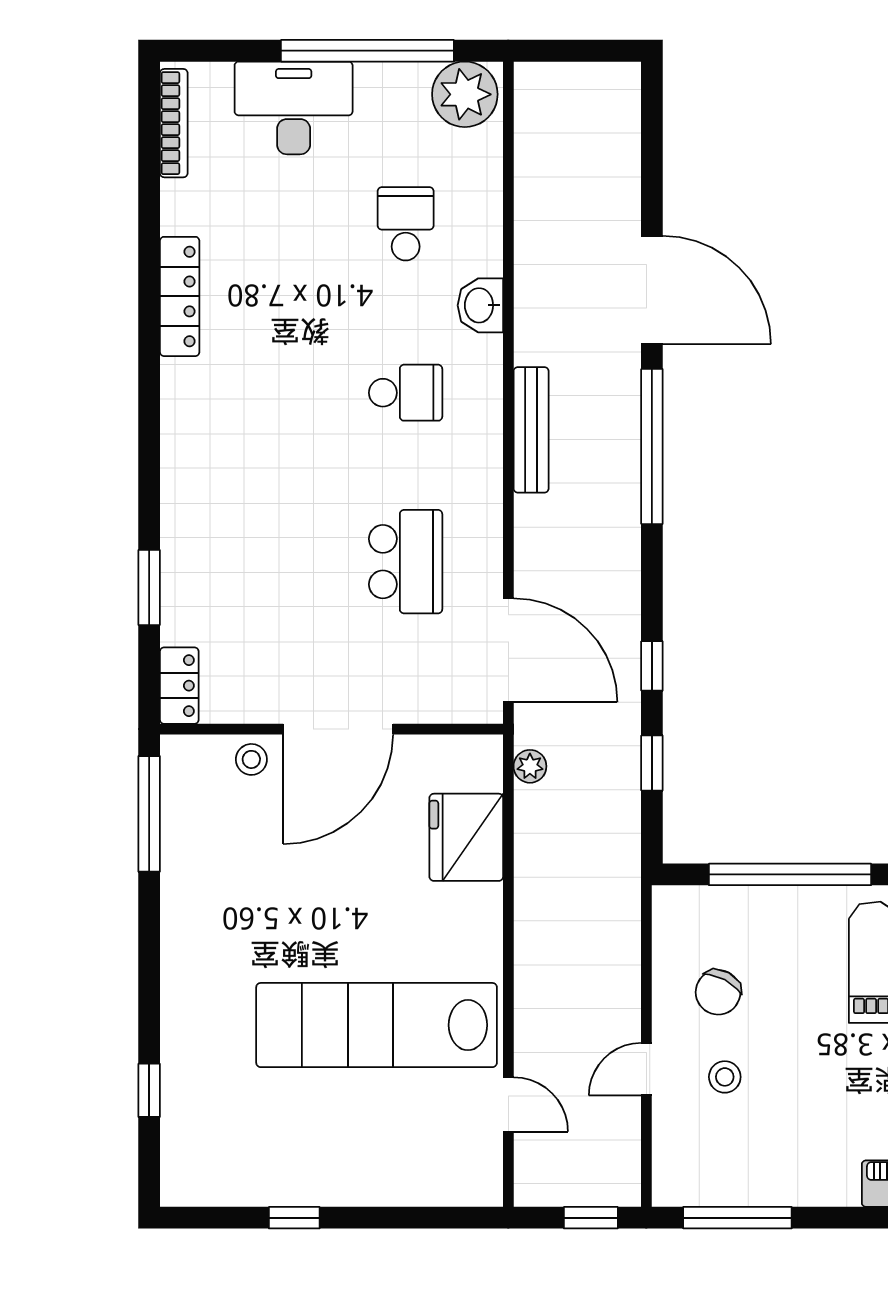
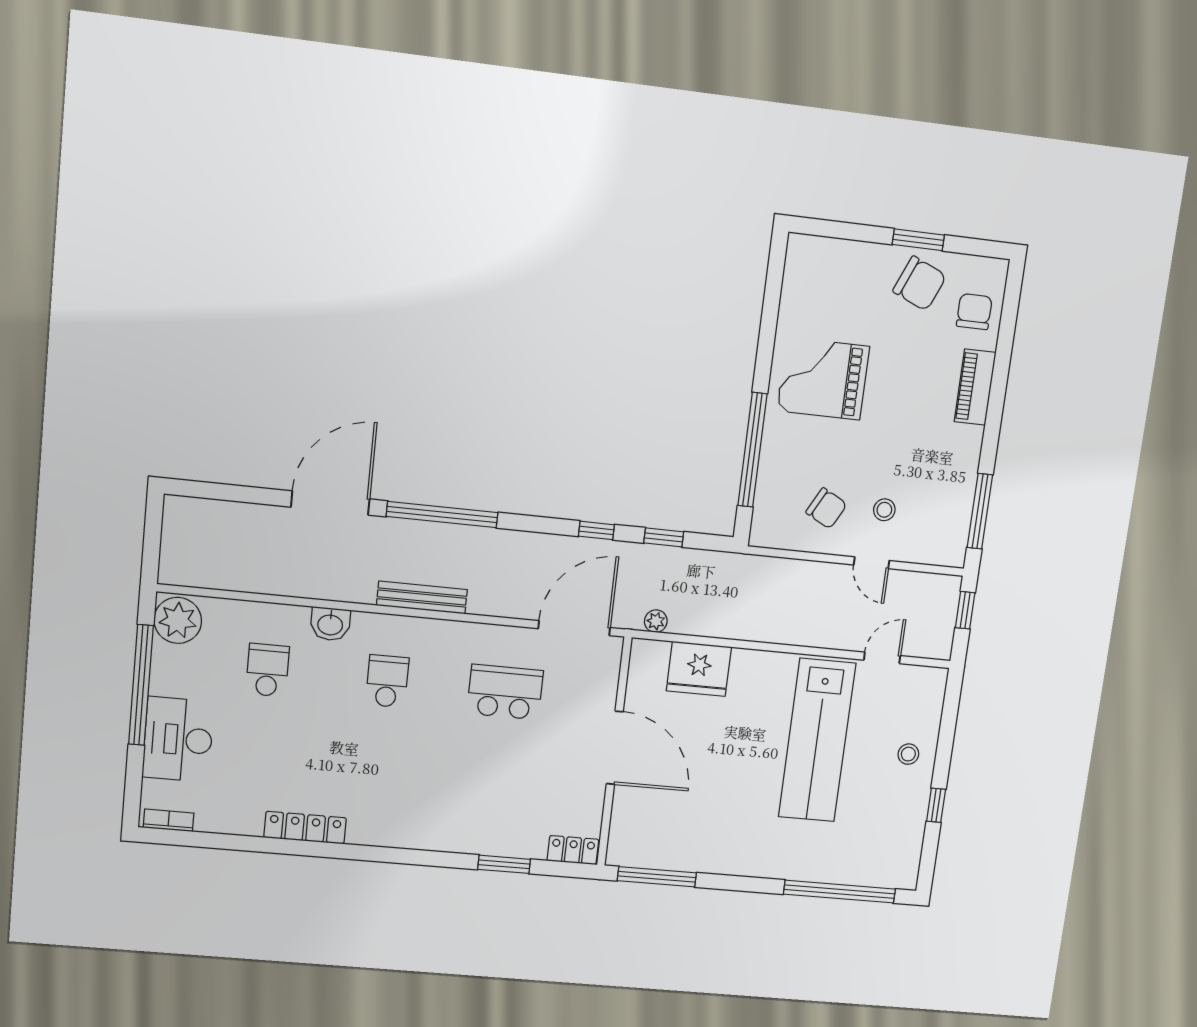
bookcase: (174, 123) -> (169, 820), width x0.64
school desk: (406, 224) -> (267, 670), turned 90
stool: (251, 759) -> (908, 754), moved
window: (149, 1090) -> (840, 892), width x3.17

